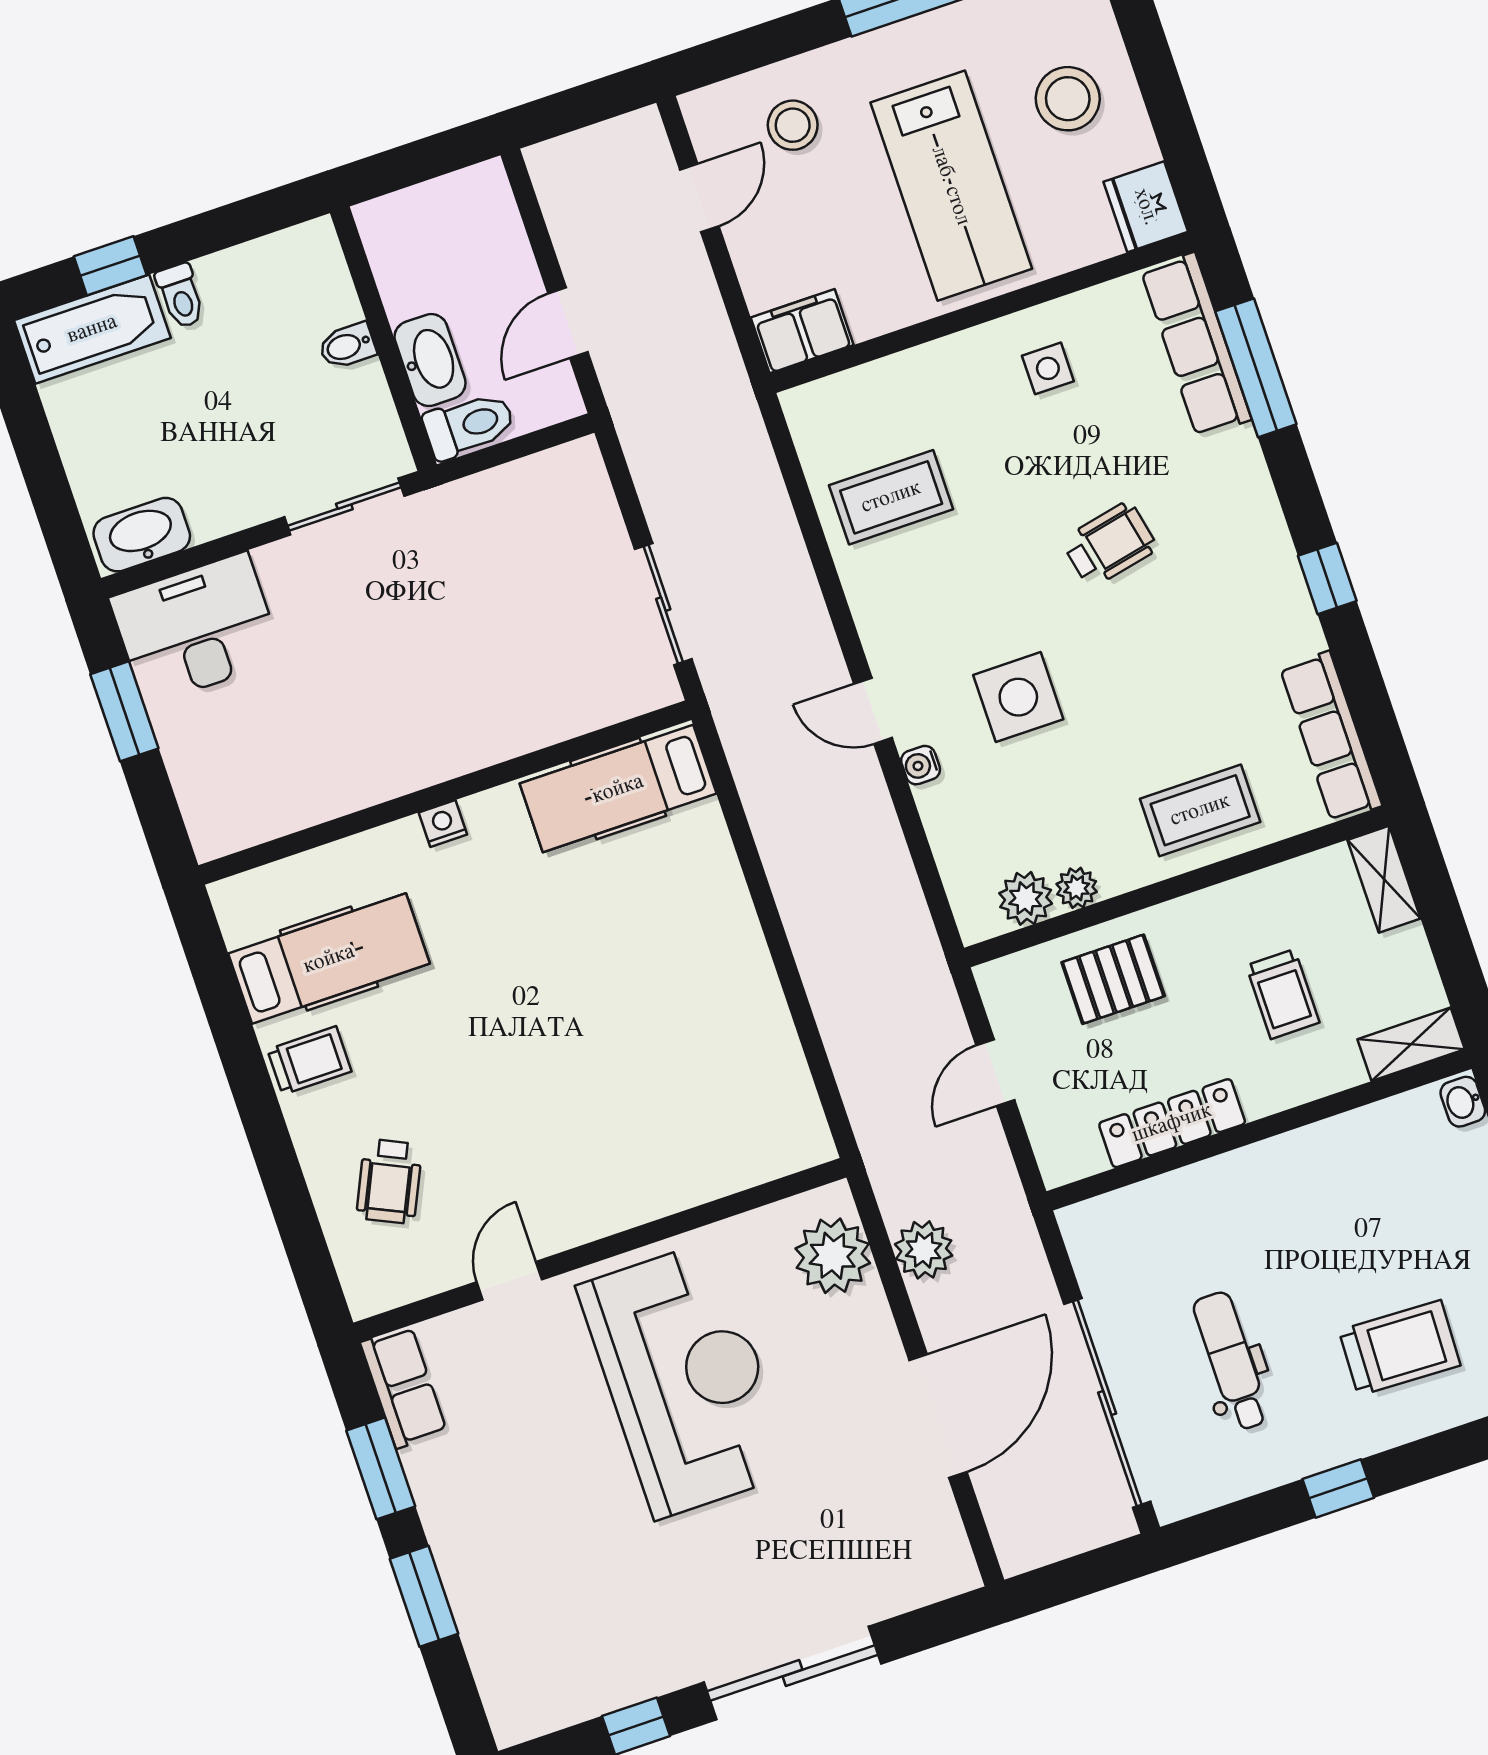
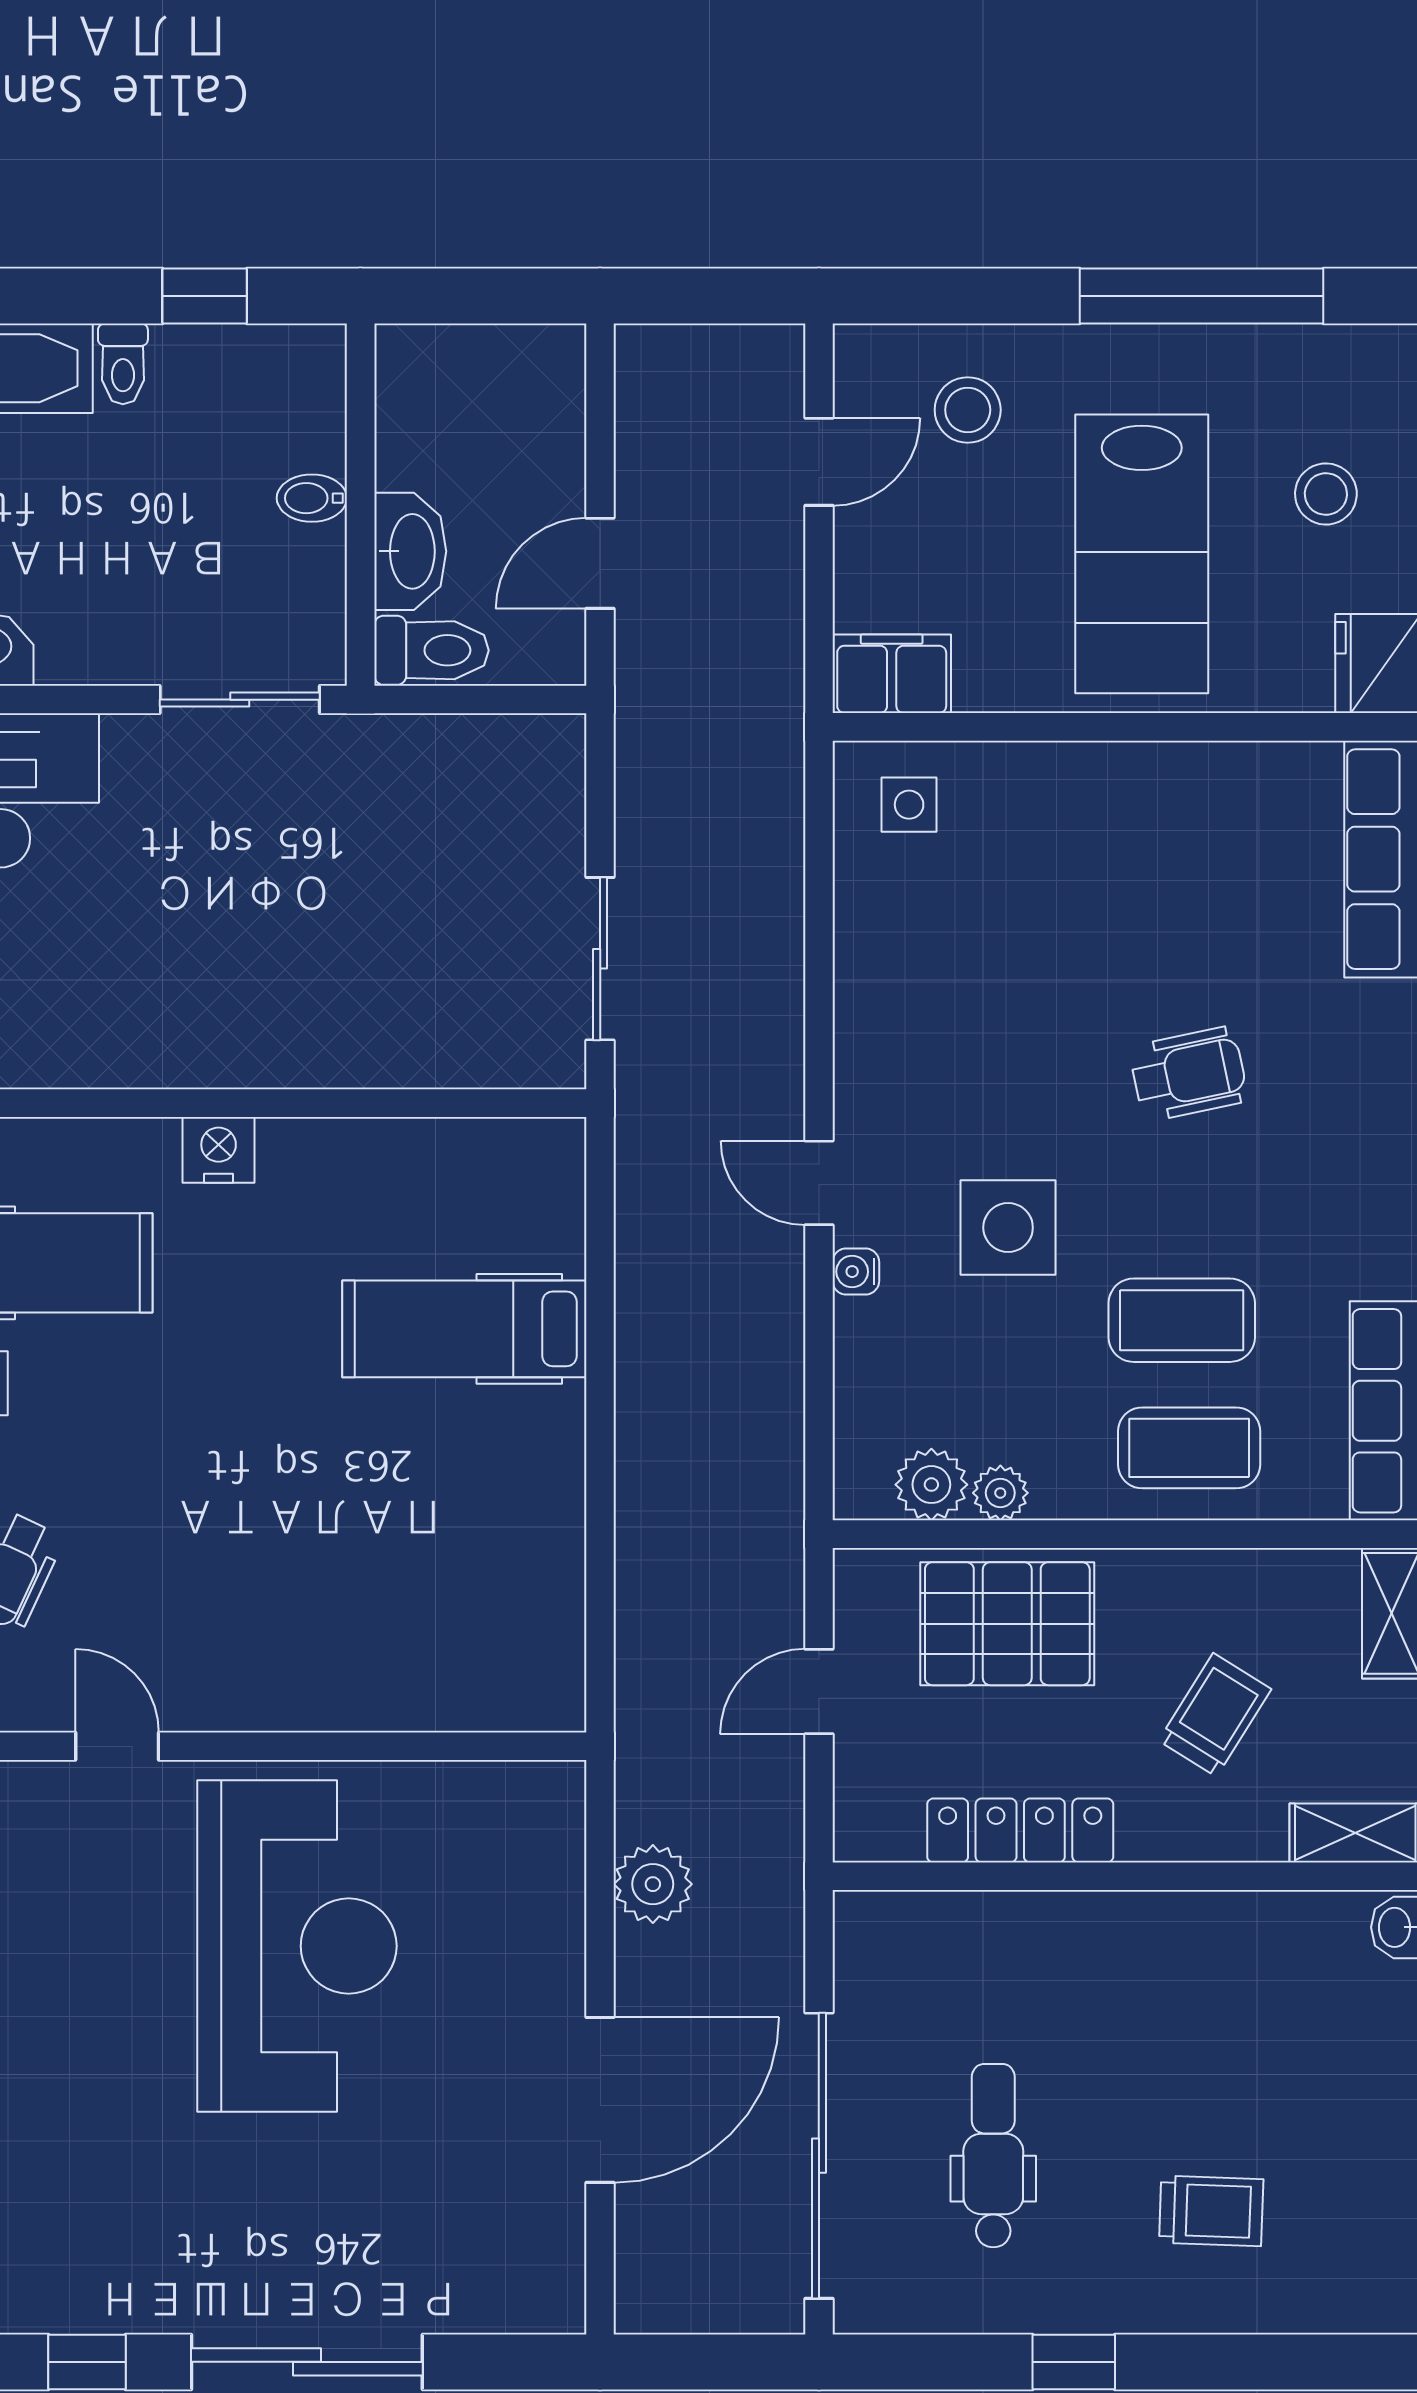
stool: (1068, 99) -> (1326, 494), width x0.73, depth x0.73
window: (110, 266) -> (205, 296), moved
side table: (1048, 368) -> (909, 805), moved
coffee table: (891, 497) -> (1182, 1320), moved
hospital bed: (618, 789) -> (464, 1329), moved
nightstand: (443, 823) -> (219, 1150), width x1.39, depth x1.35
pallet: (1113, 979) -> (1007, 1624), width x1.50, depth x1.42
trolley: (1283, 994) -> (1215, 1715), turned -148
plant: (833, 1256) -> (536, 1853), removed
door: (509, 1281) -> (117, 1746), hinge flipped
trolley: (1400, 1348) -> (1211, 2211), width x0.73, depth x0.72

